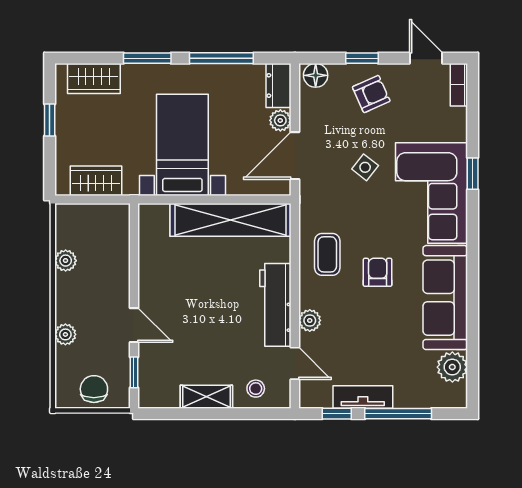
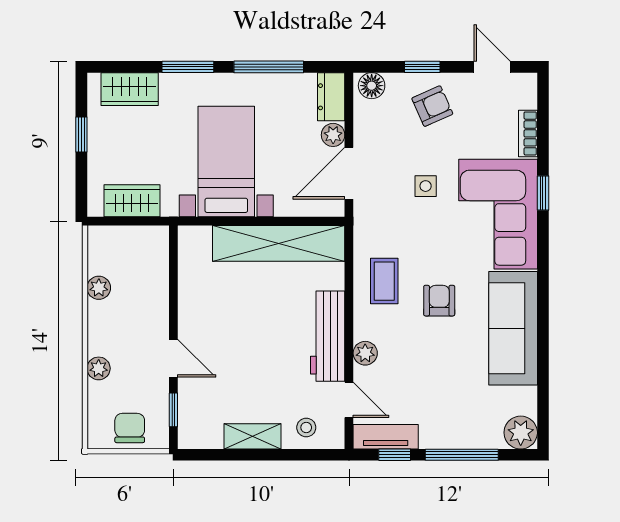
bookcase: (459, 85) -> (528, 133), moved
side table: (365, 167) -> (426, 186), turned -38
plant: (452, 367) -> (521, 433), moved
tv unit: (363, 397) -> (386, 437), moved

